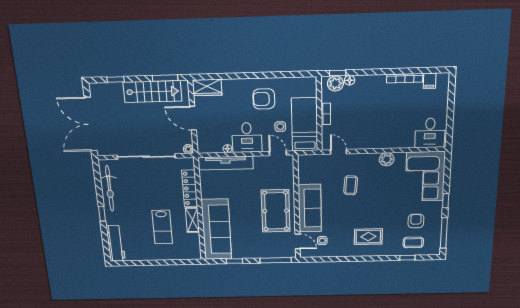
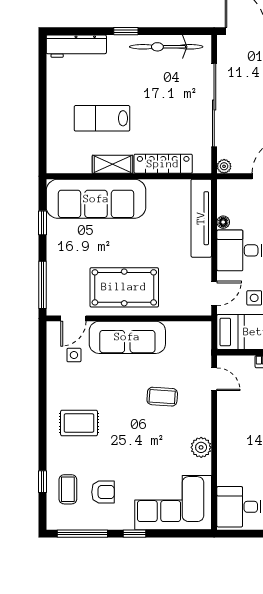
door: (339, 152) -> (214, 379), hinge flipped
rug: (368, 237) -> (79, 423), turned 90

